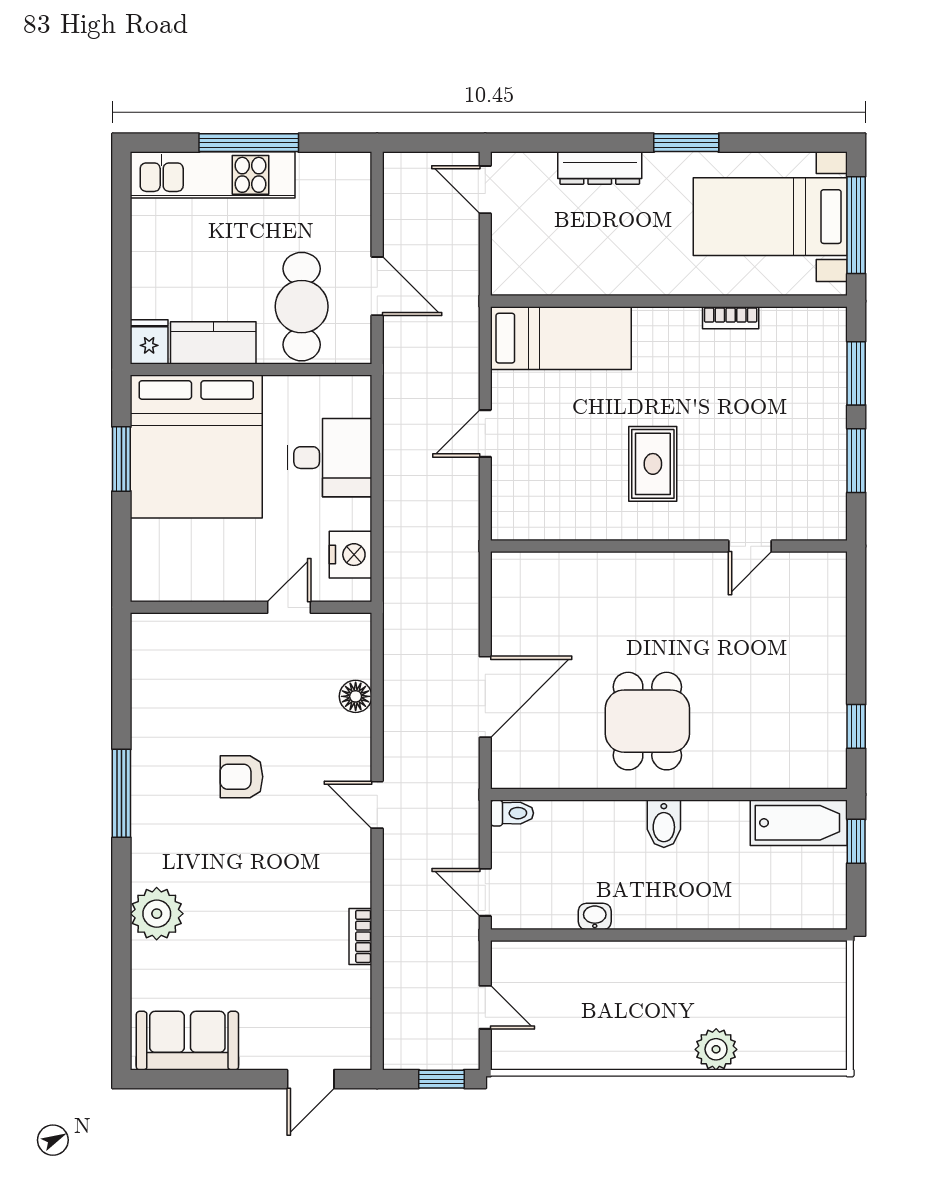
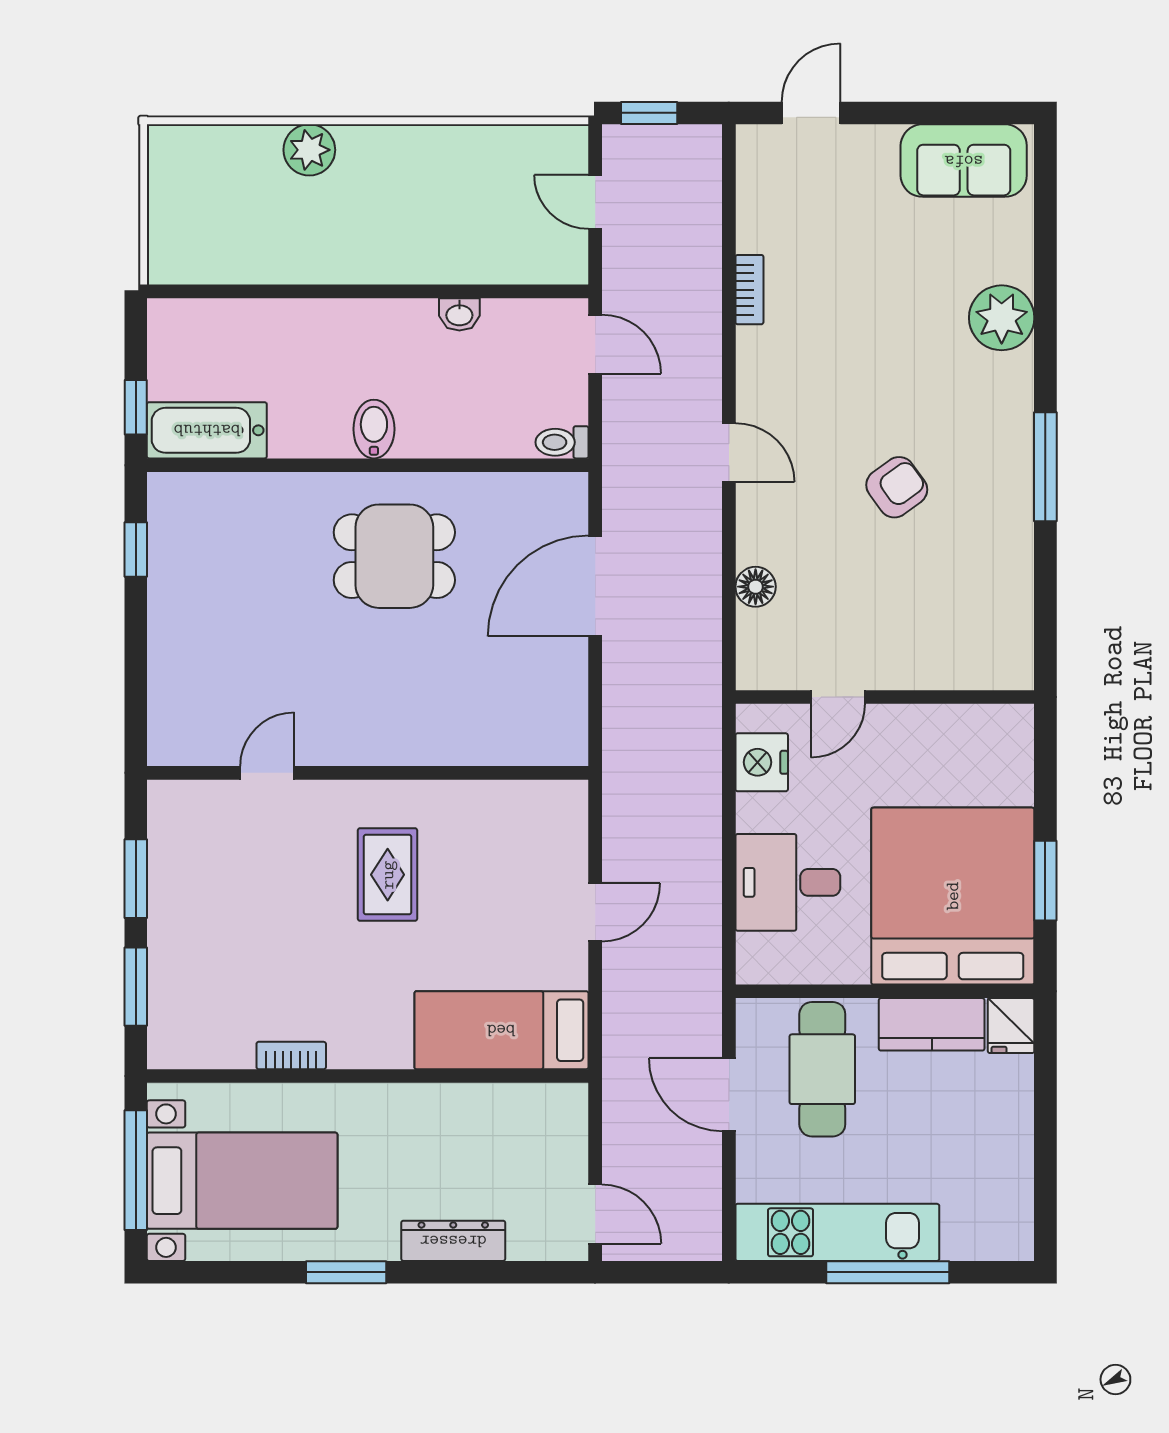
kitchen unit: (213, 175) -> (837, 1232), moved
dining table: (647, 721) -> (394, 556), turned 90
armchair: (242, 777) -> (897, 487), turned -36

